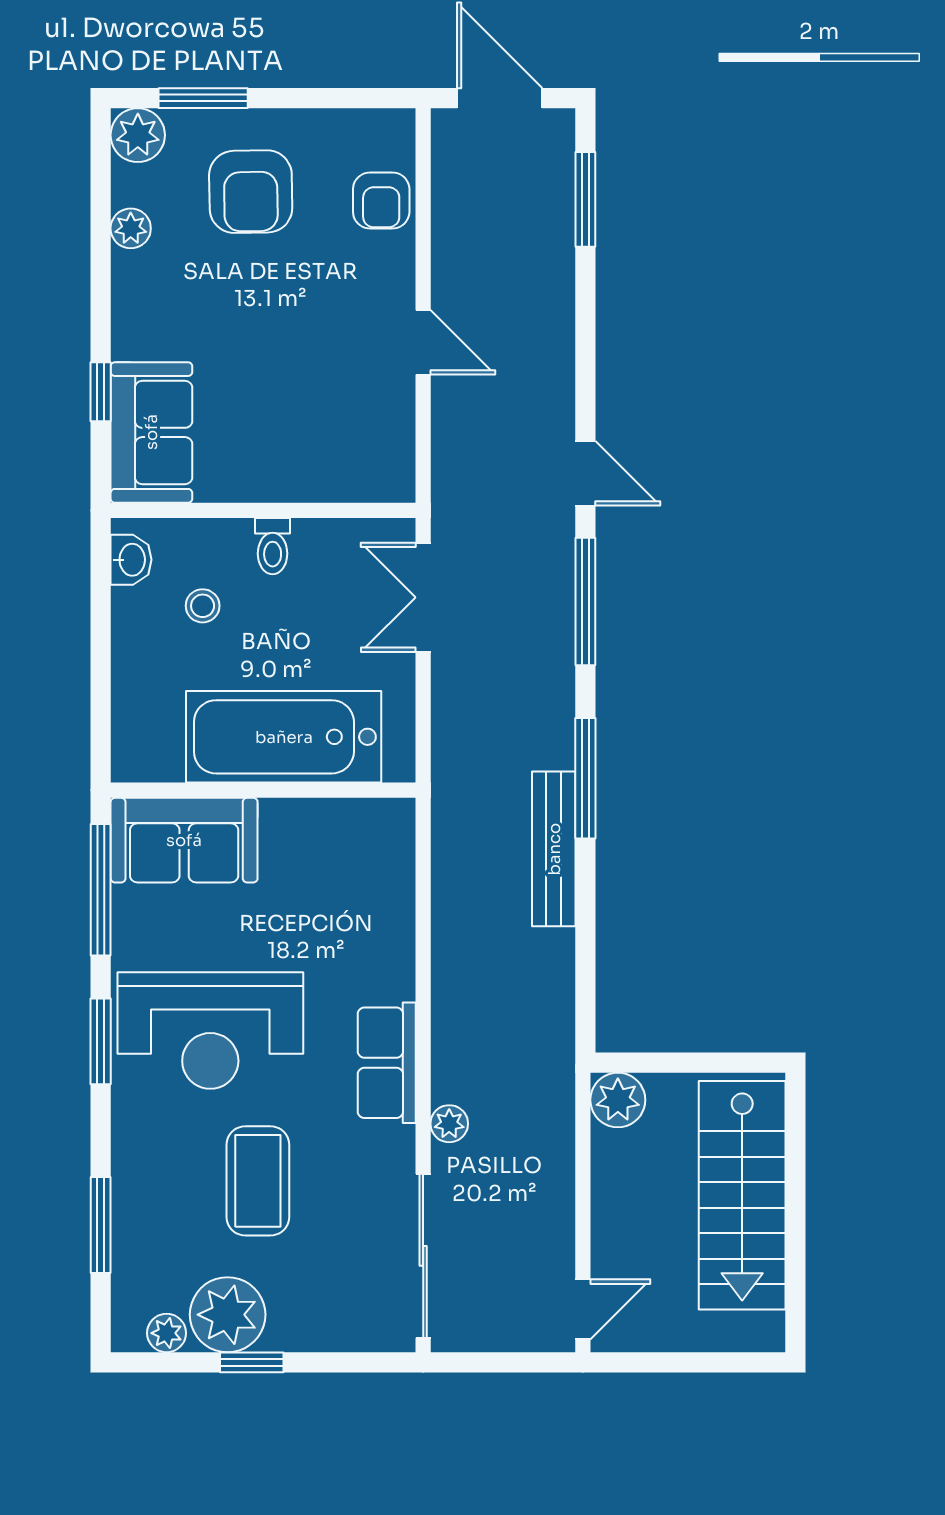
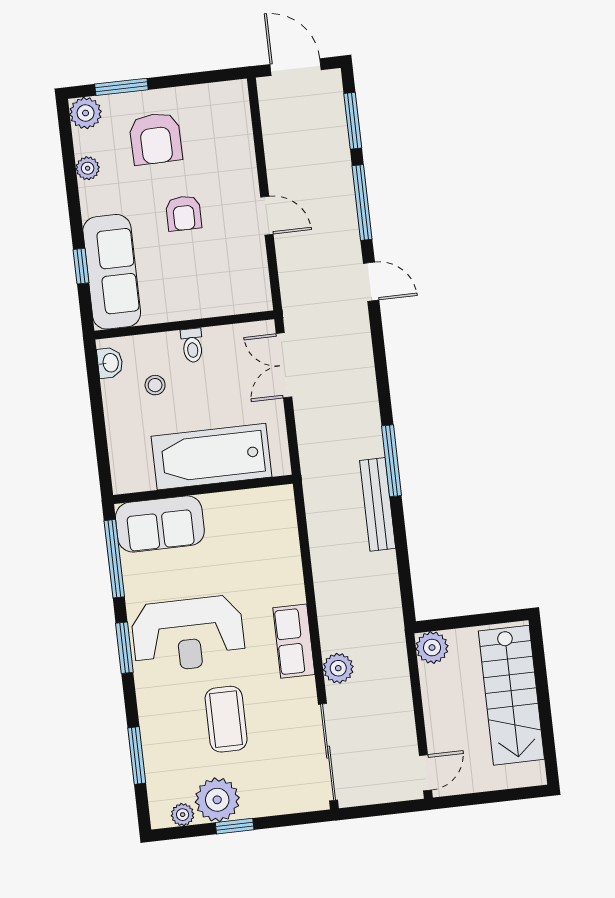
armchair: (381, 201) -> (184, 213), moved
sofa: (151, 432) -> (112, 272), width x1.36
window: (585, 602) -> (362, 203), moved
plant: (449, 1124) -> (338, 668), width x1.38, depth x1.38

